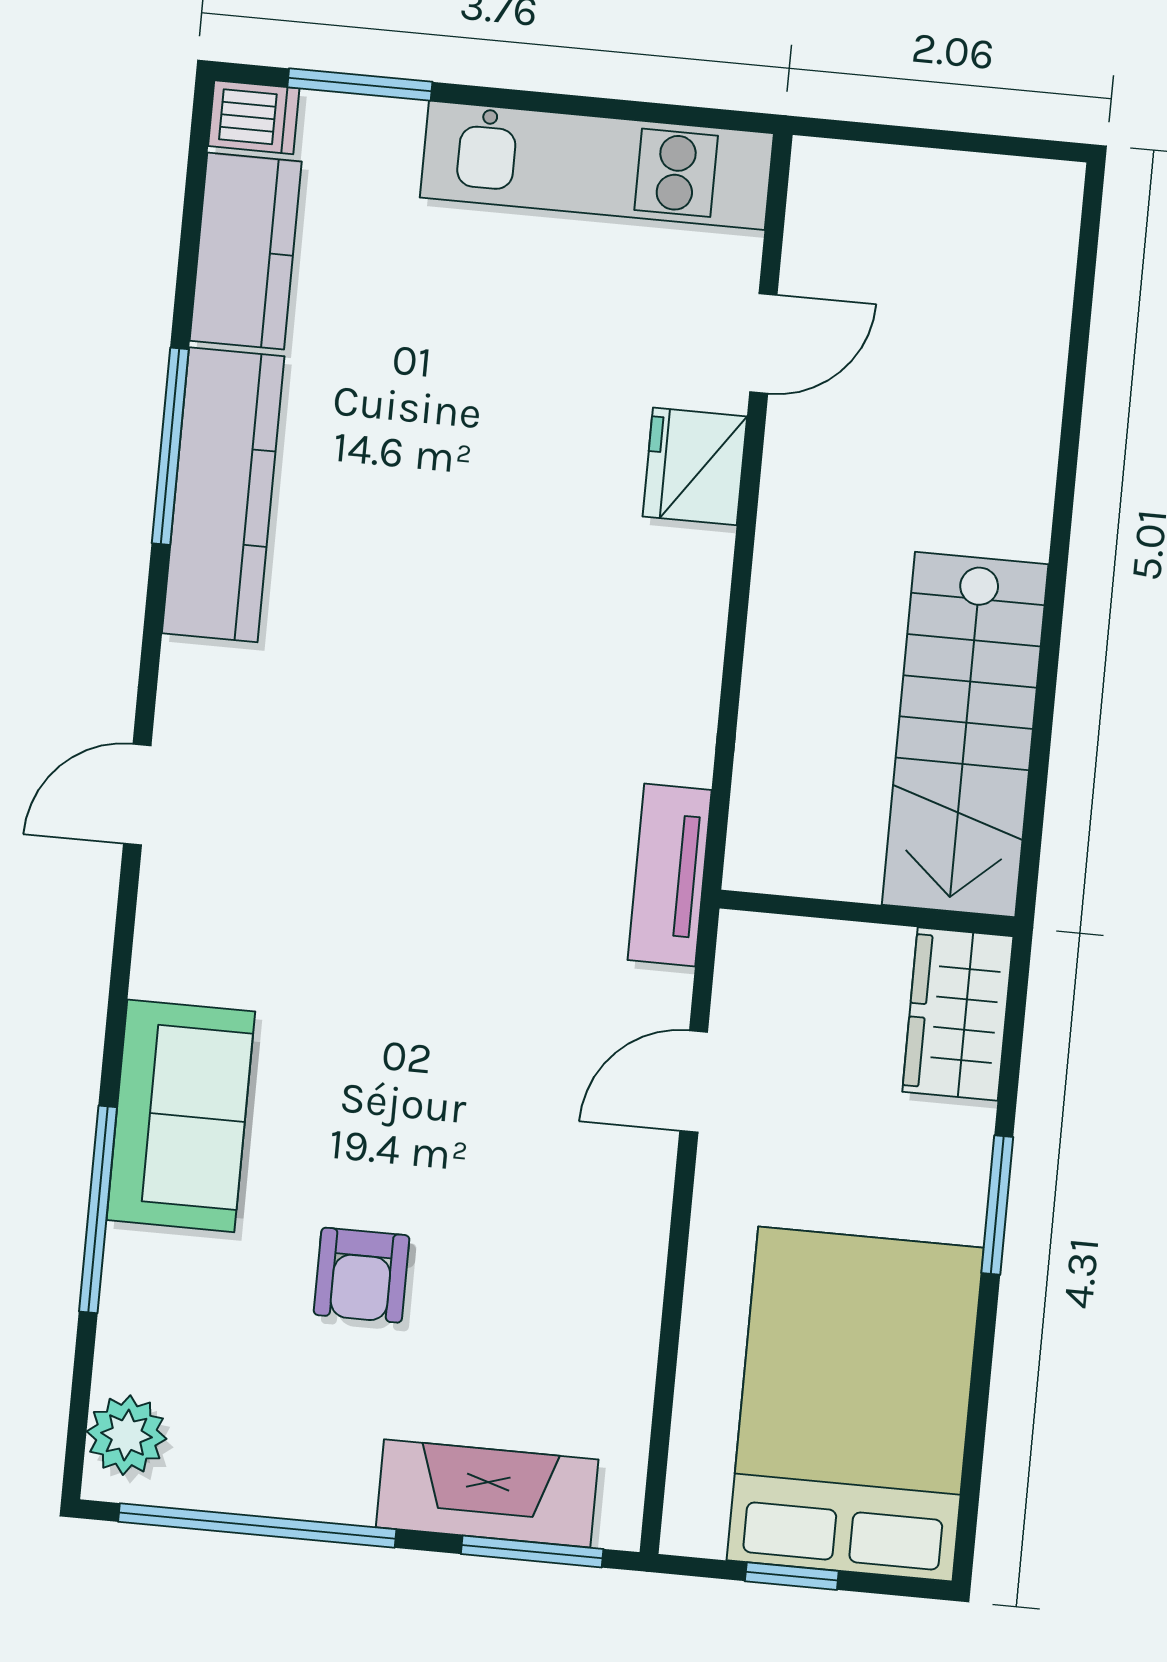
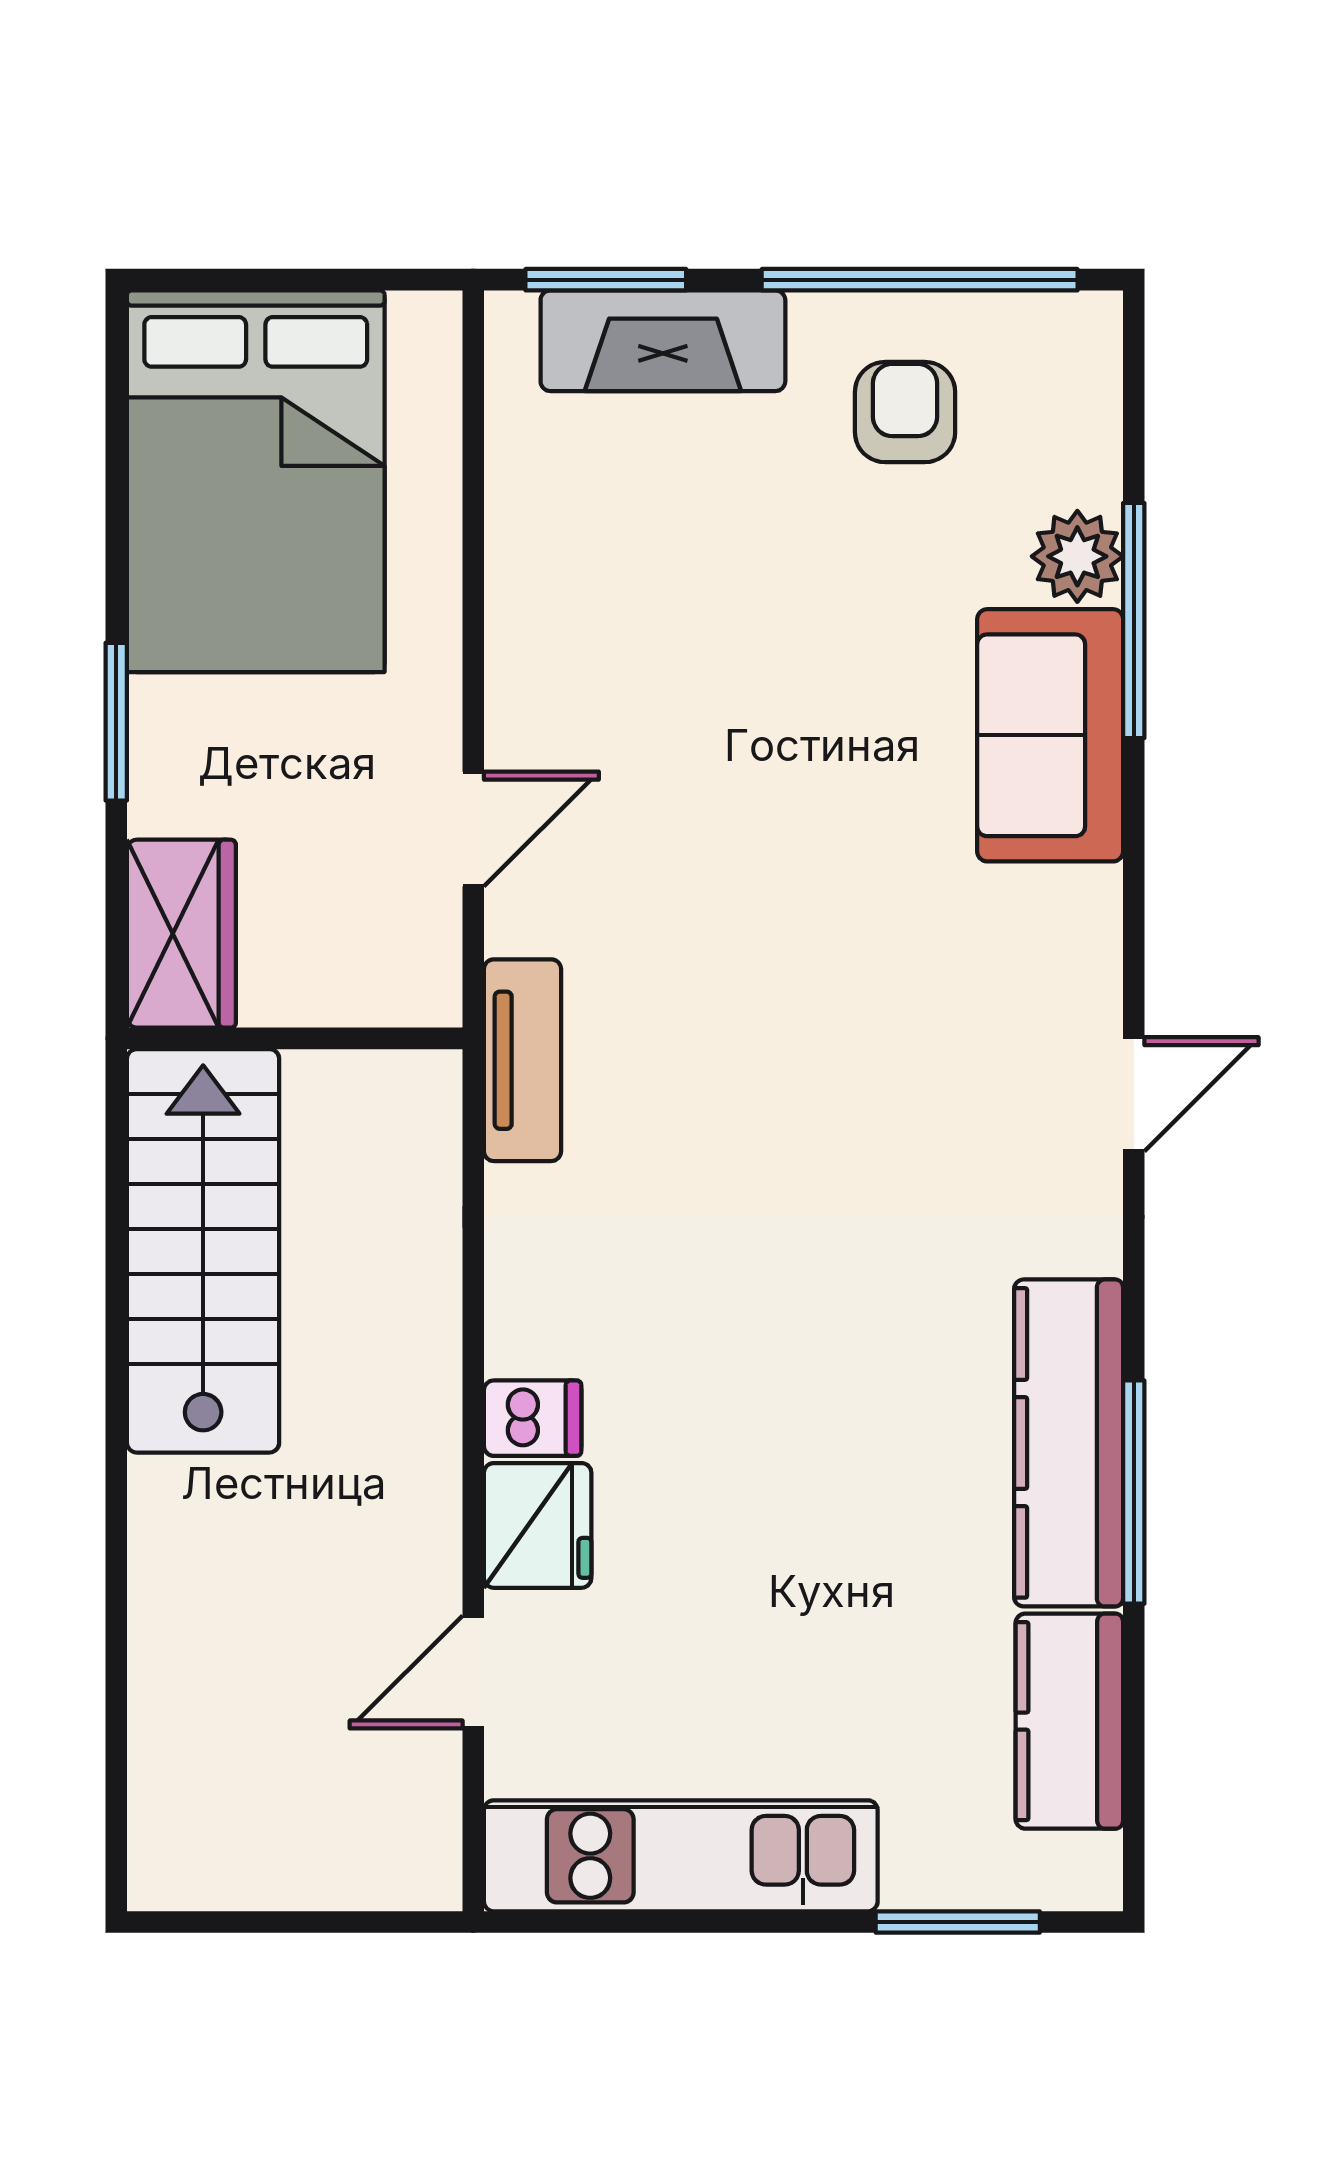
dishwasher: (254, 117) -> (533, 1418), moved, turned 180
armchair: (362, 1275) -> (905, 412), moved
plant: (127, 1435) -> (1077, 556), moved
window: (792, 1576) -> (309, 280), removed

